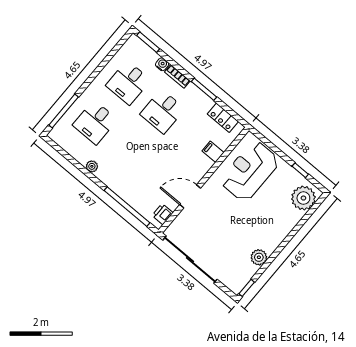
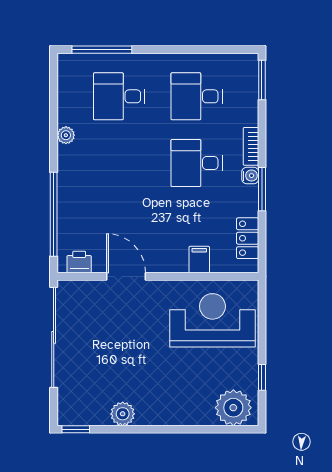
water cooler: (162, 64) -> (250, 176), moved

